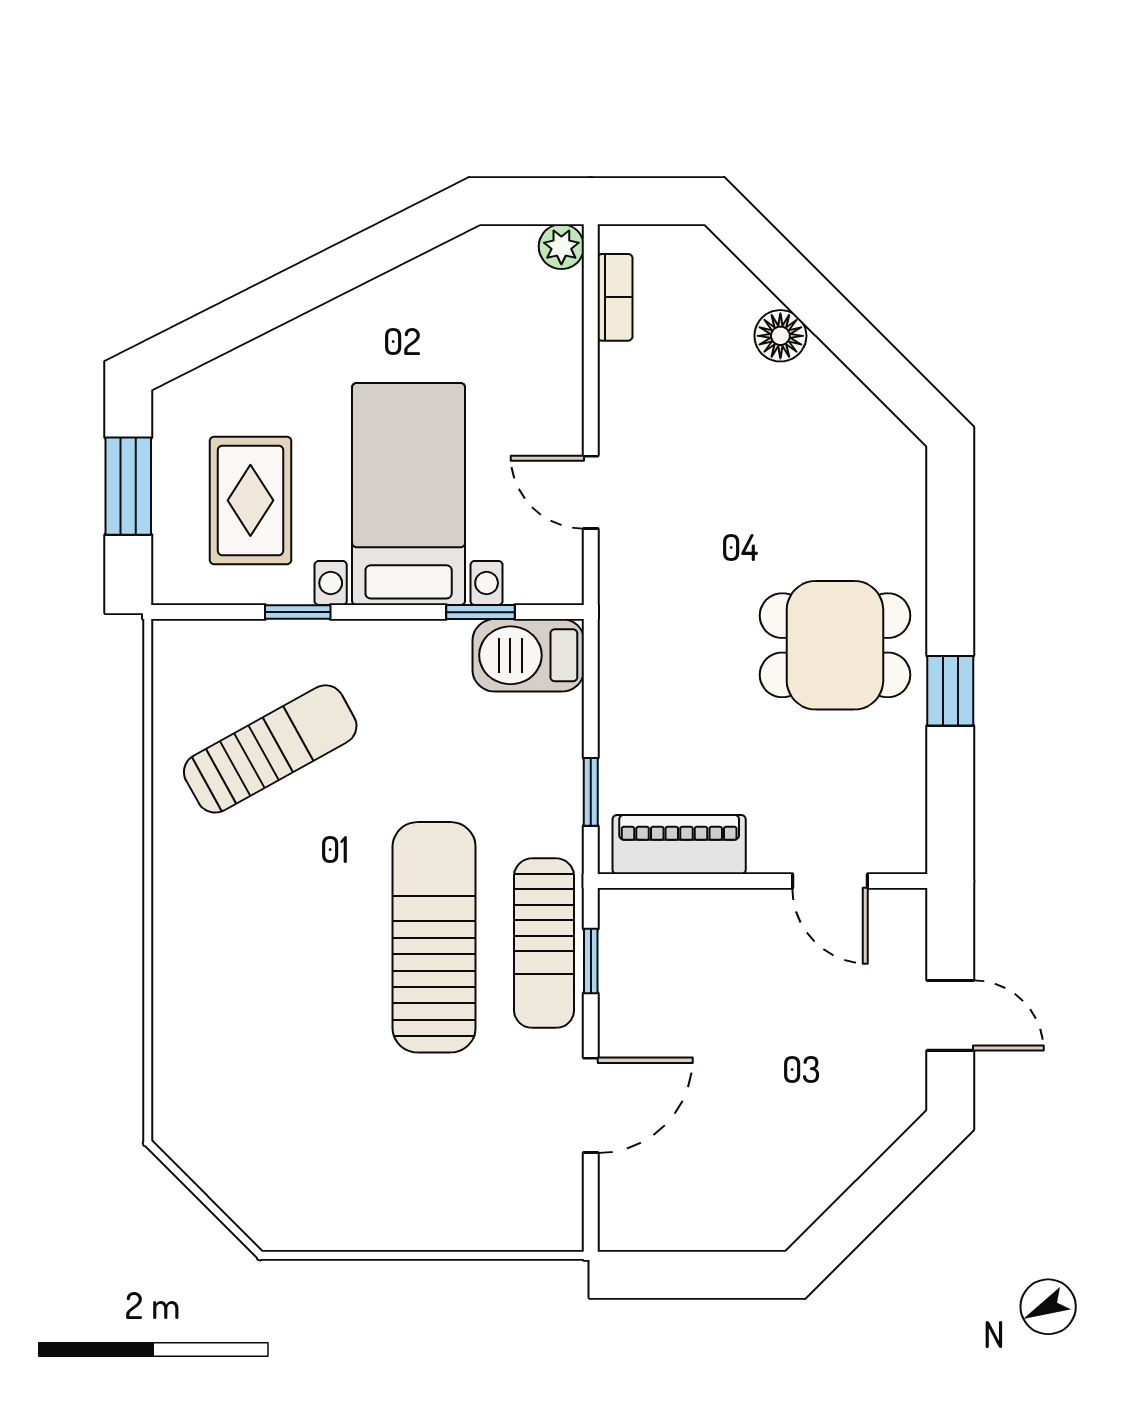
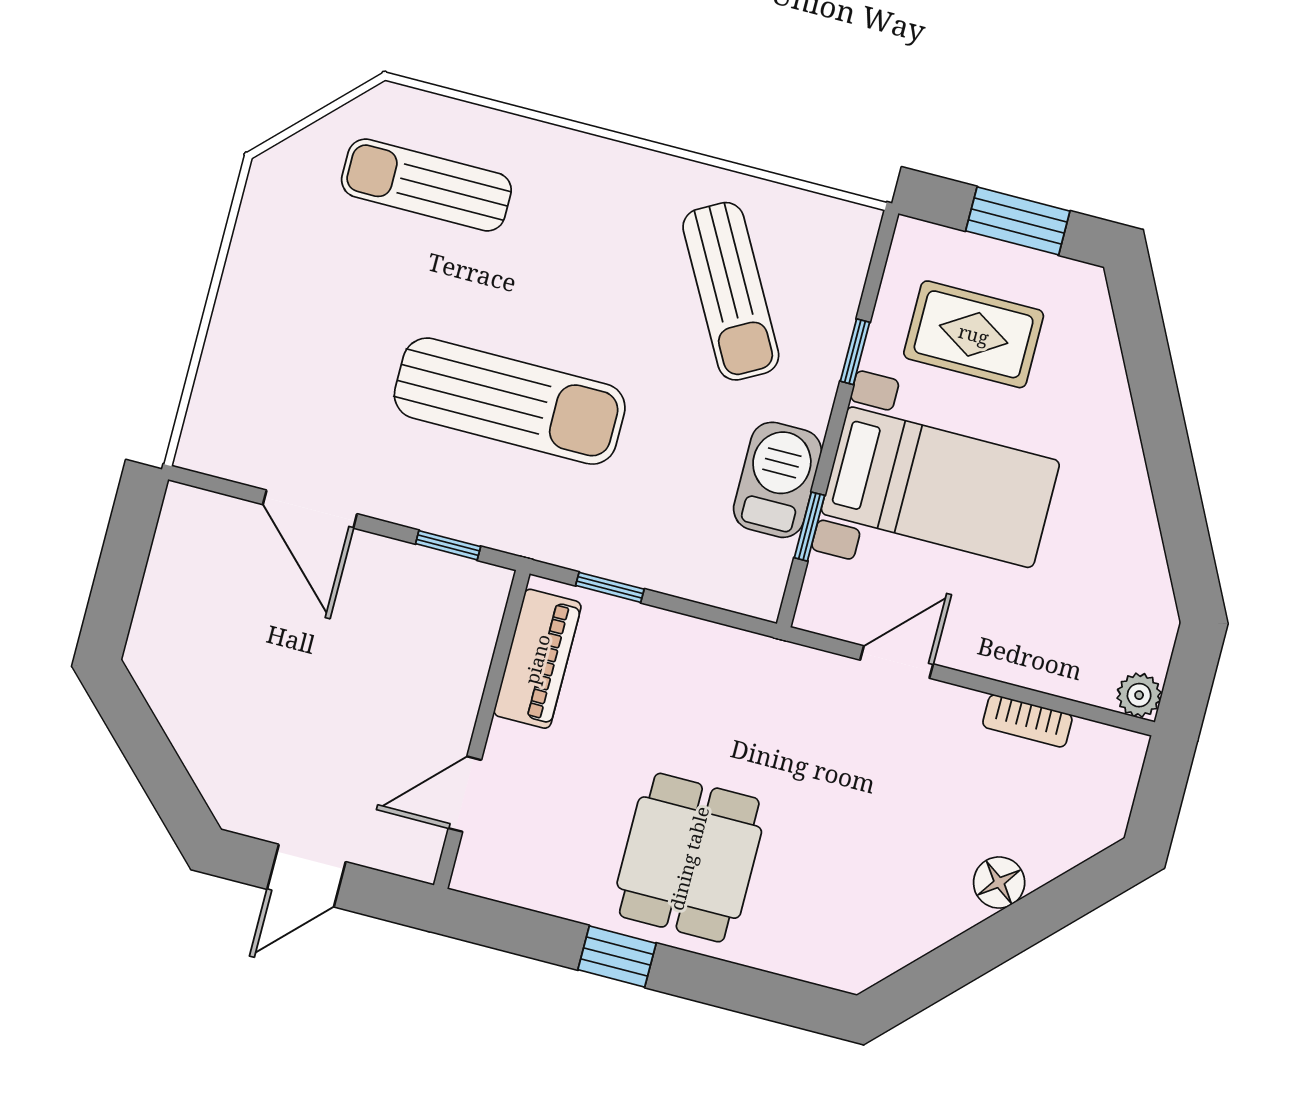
bookcase: (615, 297) -> (1027, 721), moved
barbecue: (528, 655) -> (777, 480), moved
sun lounger: (544, 943) -> (426, 185), moved

